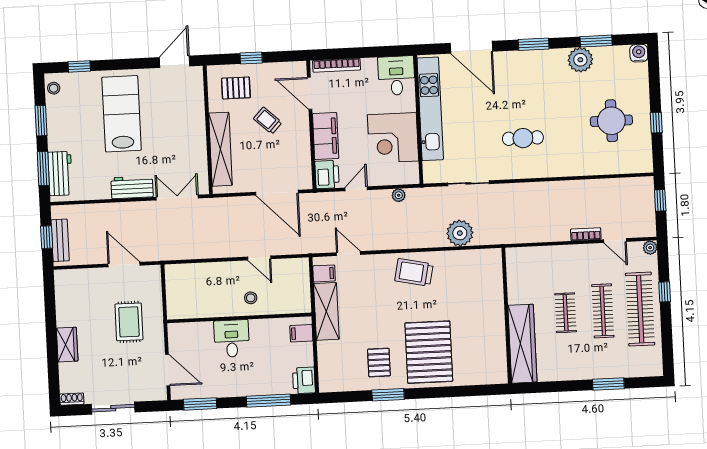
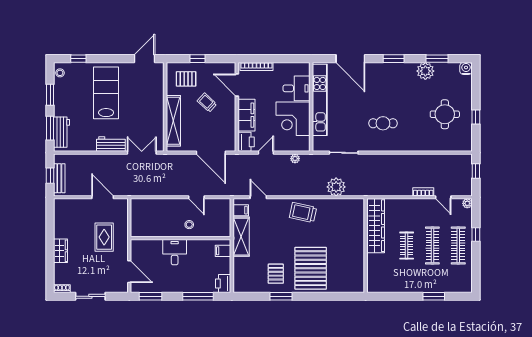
desk: (396, 76) -> (297, 88), moved, turned 90
clothes rail: (640, 309) -> (458, 246), width x0.73, depth x0.76
wardrobe: (522, 344) -> (376, 226), moved

